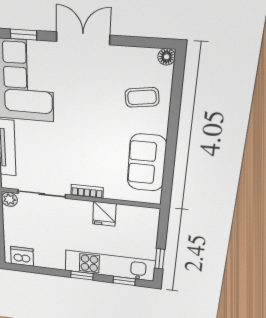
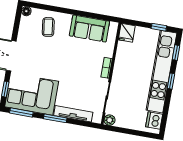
fridge: (104, 214) -> (127, 33), moved, turned 90
kitchen unit: (110, 266) -> (162, 72), width x1.36

